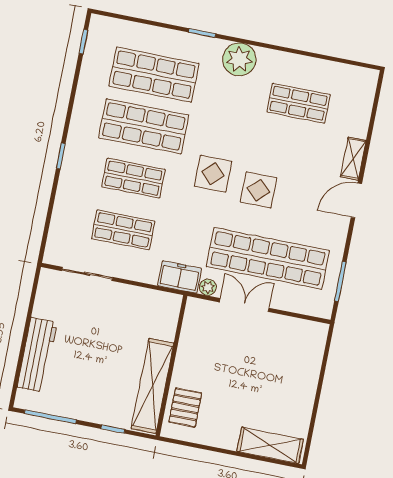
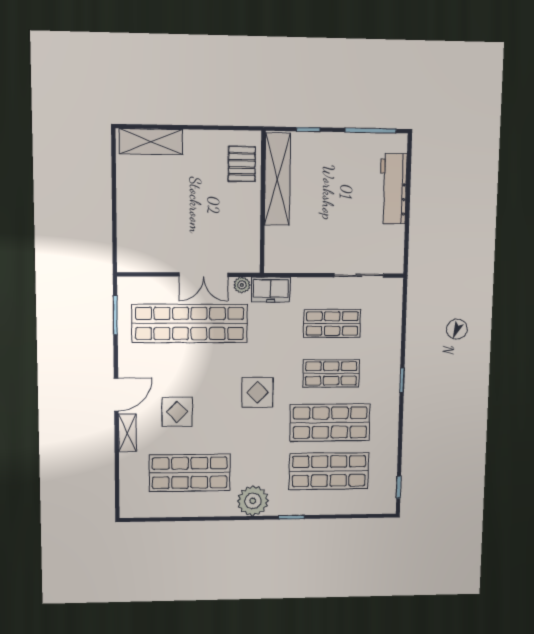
shop shelf: (299, 103) -> (190, 473), width x1.43, depth x1.36
display table: (259, 190) -> (177, 412), moved

